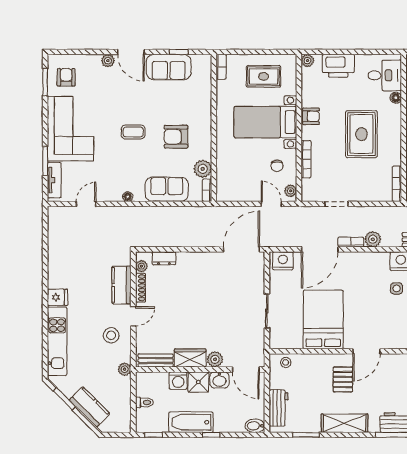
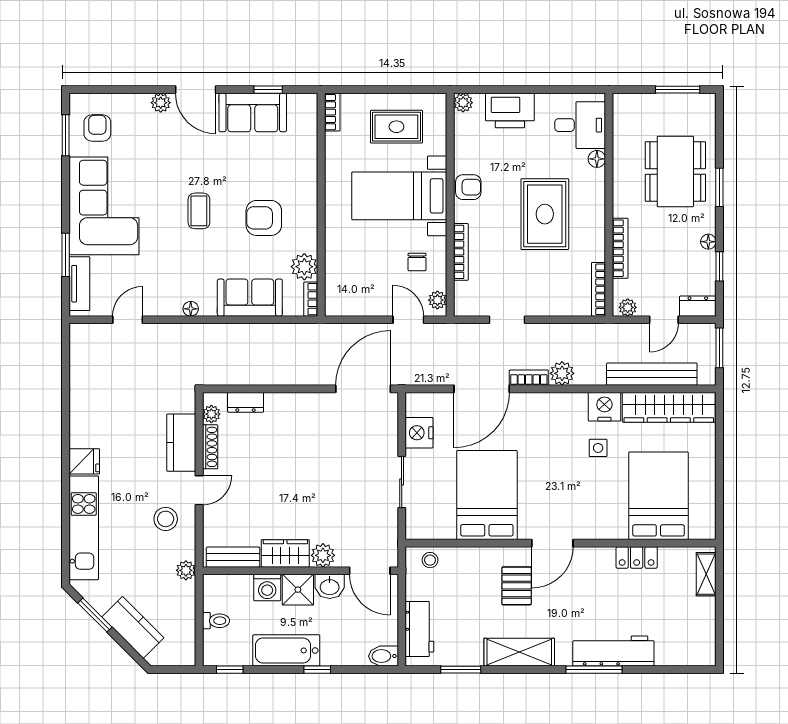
coffee table: (133, 132) -> (199, 211), turned 90
nightstand: (283, 261) -> (419, 433), moved, turned -90

